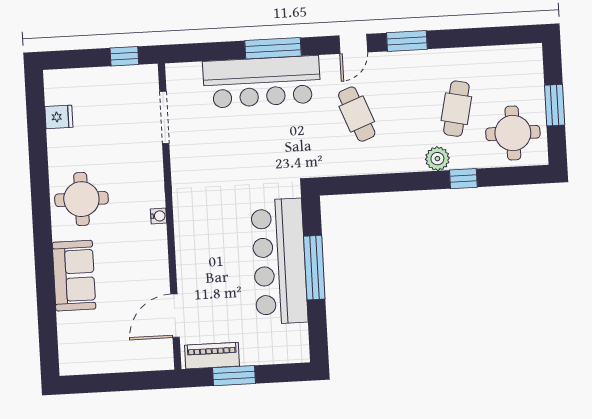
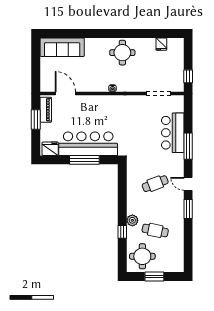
bar counter: (262, 82) -> (173, 133), width x0.73
sofa: (74, 276) -> (62, 47), moved, width x1.36
fridge: (294, 342) -> (50, 149), added

